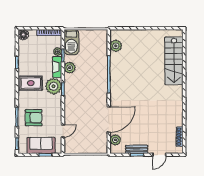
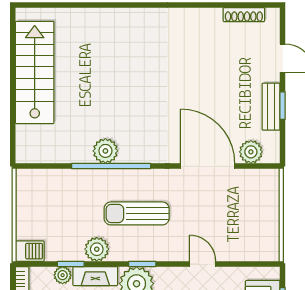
barbecue: (71, 42) -> (30, 251), width x0.53, depth x0.65
plant: (116, 46) -> (105, 151), moved
stairs: (174, 61) -> (35, 72), moved, turned -90
sun lounger: (87, 86) -> (137, 213), added
door: (63, 131) -> (203, 264), moved

